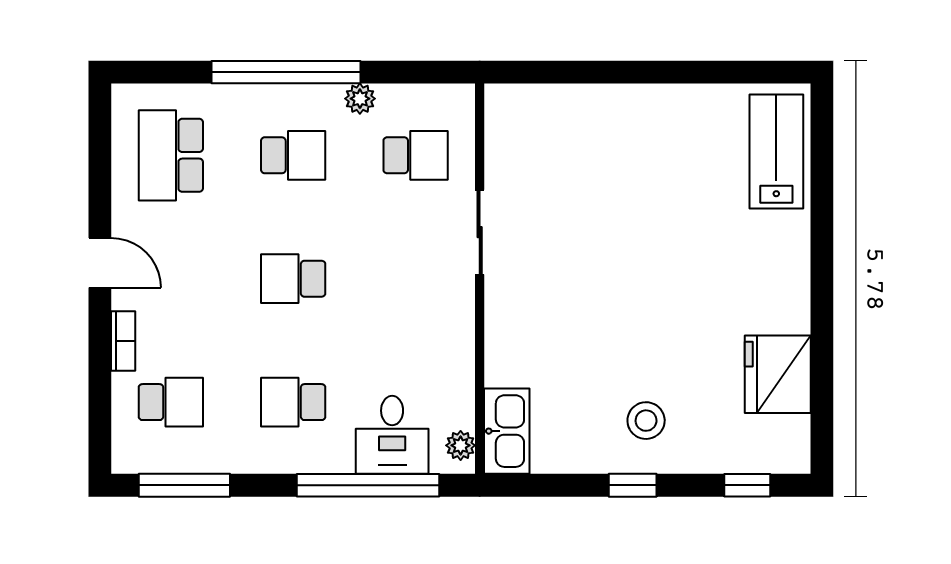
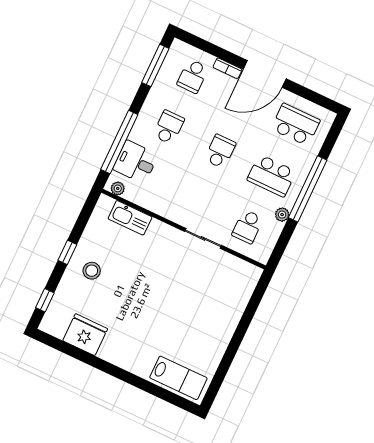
school desk: (293, 155) -> (272, 176), width x1.85
door: (100, 263) -> (265, 74), width x1.88
kitchen sink: (507, 431) -> (130, 218), moved

